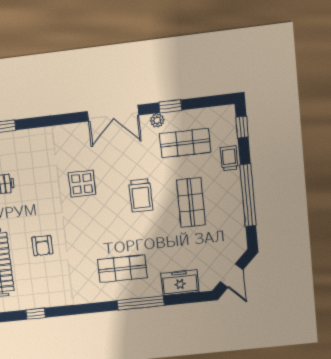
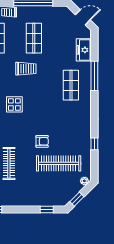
shop shelf: (191, 202) -> (34, 38), turned 90
armchair: (42, 246) -> (42, 141), moved

